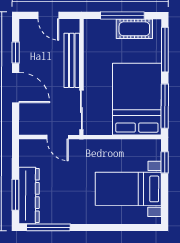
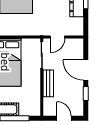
bench: (72, 60) -> (48, 83), width x0.73
door: (58, 137) -> (58, 37), swing flipped

